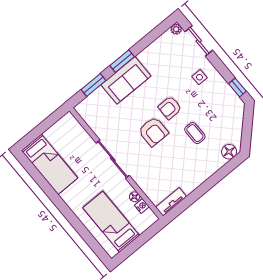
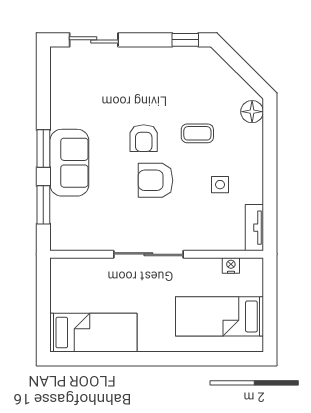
plant: (176, 29) -> (58, 55), removed
side table: (200, 77) -> (220, 185), moved
armchair: (153, 132) -> (155, 180), turned 180
floor lamp: (135, 197) -> (213, 265), removed

